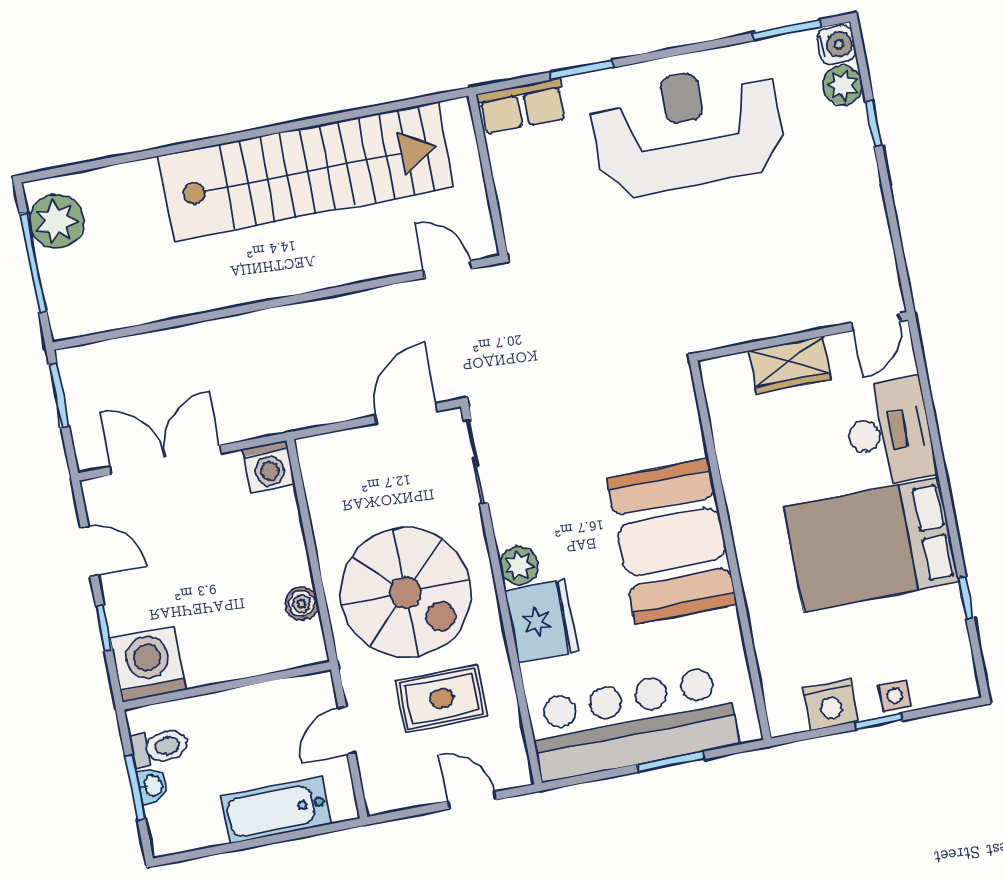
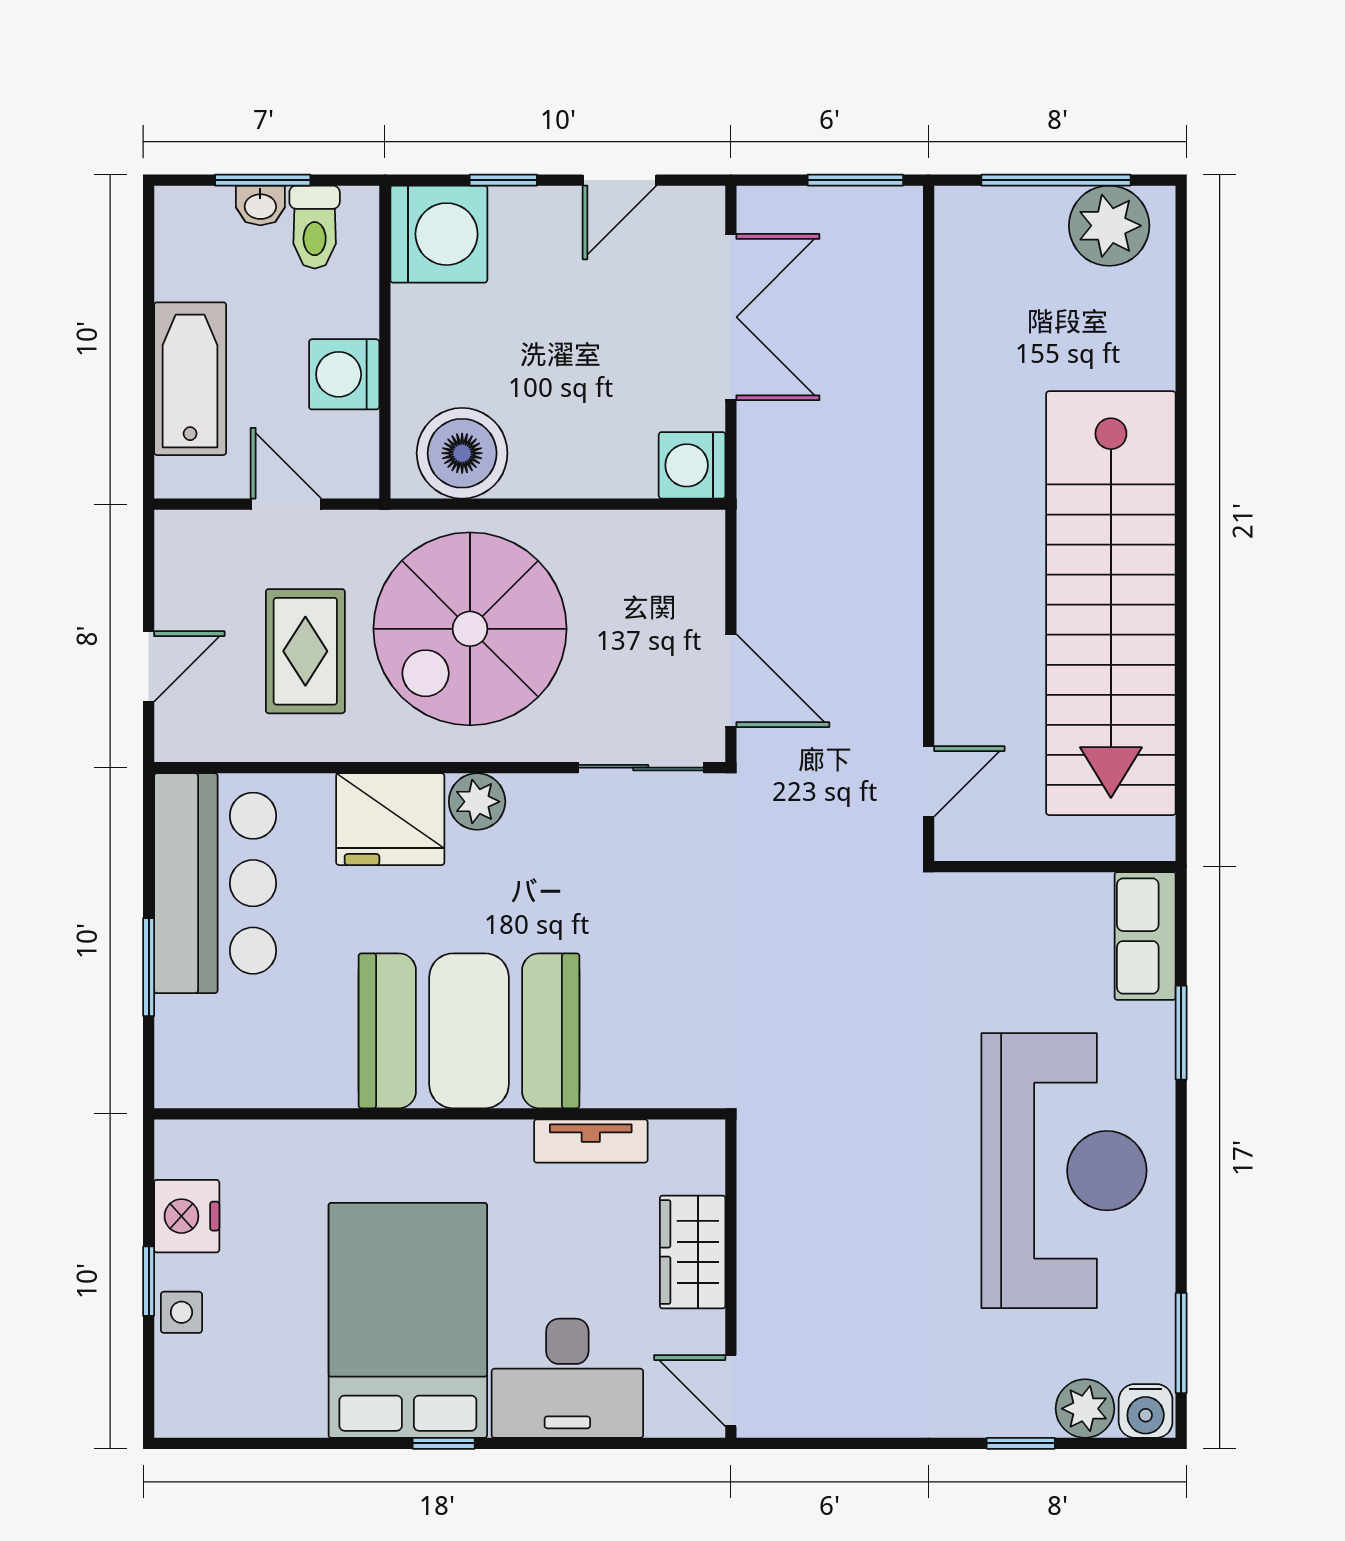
tv unit: (729, 447) -> (591, 1141), added
window: (966, 598) -> (444, 1443), moved
boiler: (302, 604) -> (462, 453), width x1.86, depth x1.86
washing machine: (253, 709) -> (344, 374), added
bar counter: (633, 723) -> (215, 883), width x0.73

